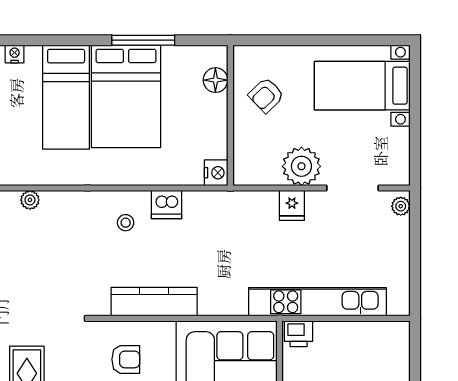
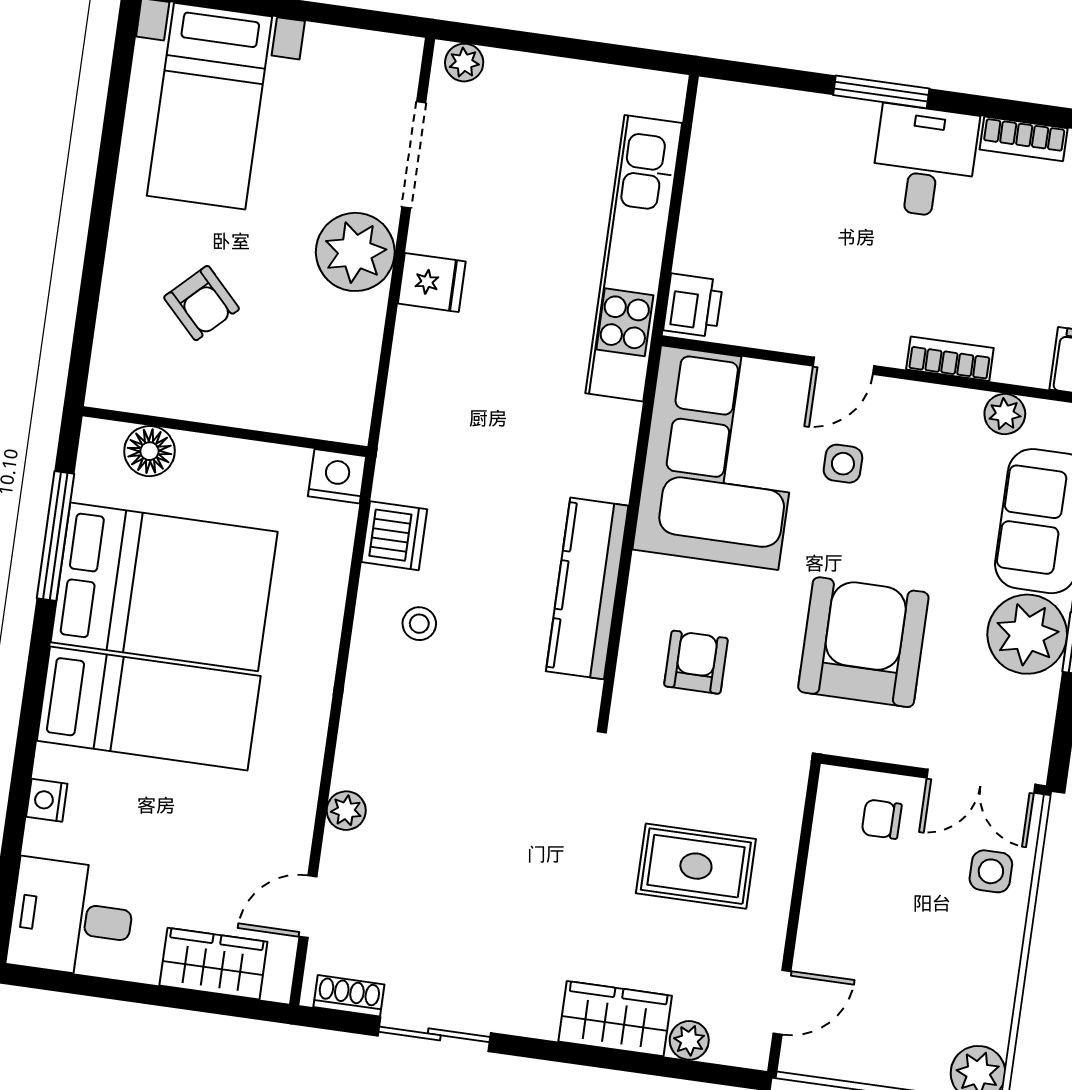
floor lamp: (215, 80) -> (149, 451), moved
wall: (230, 115) -> (225, 431), moved
nightstand: (216, 173) -> (337, 476), moved

